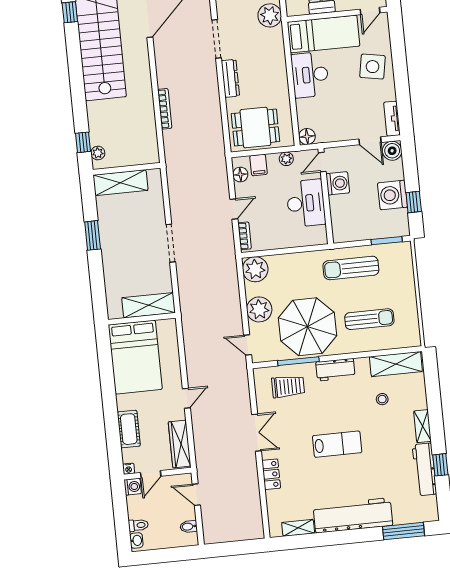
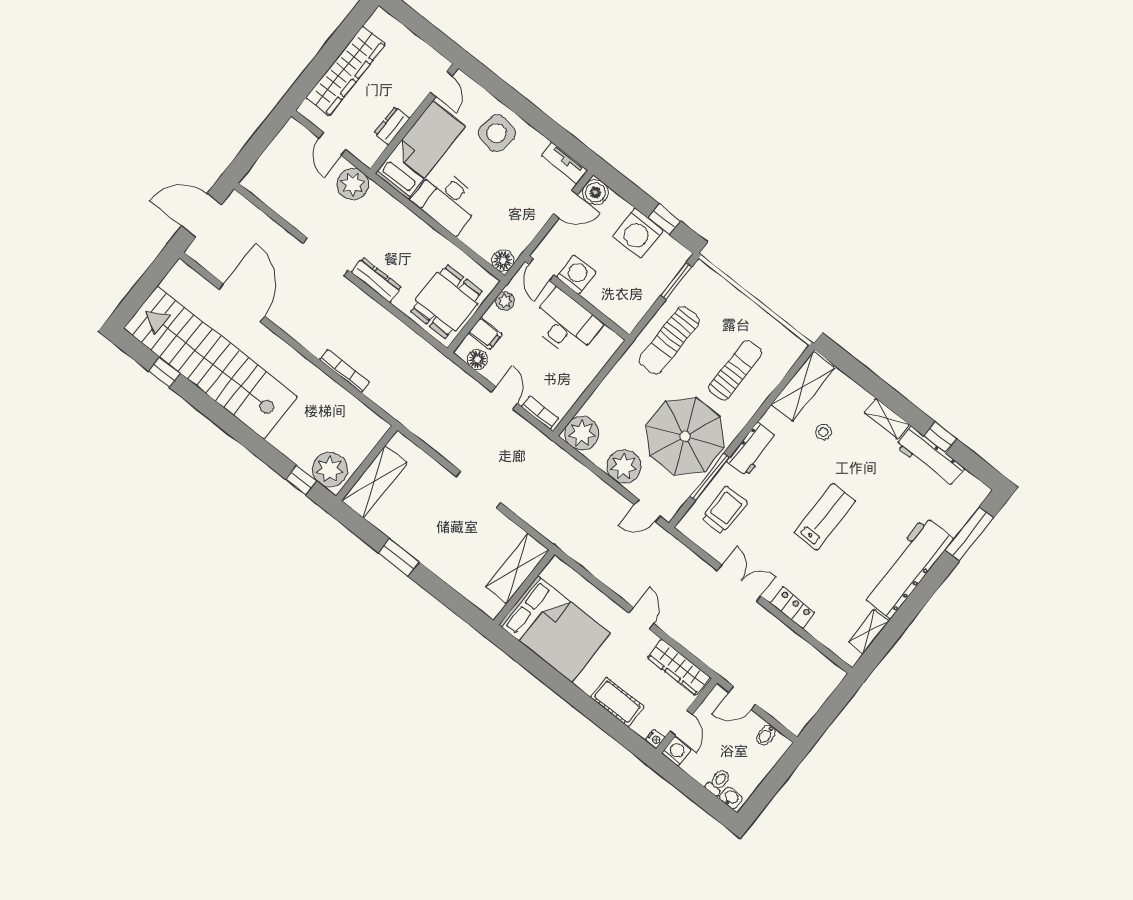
plant: (98, 153) -> (330, 470), width x1.87, depth x1.87

